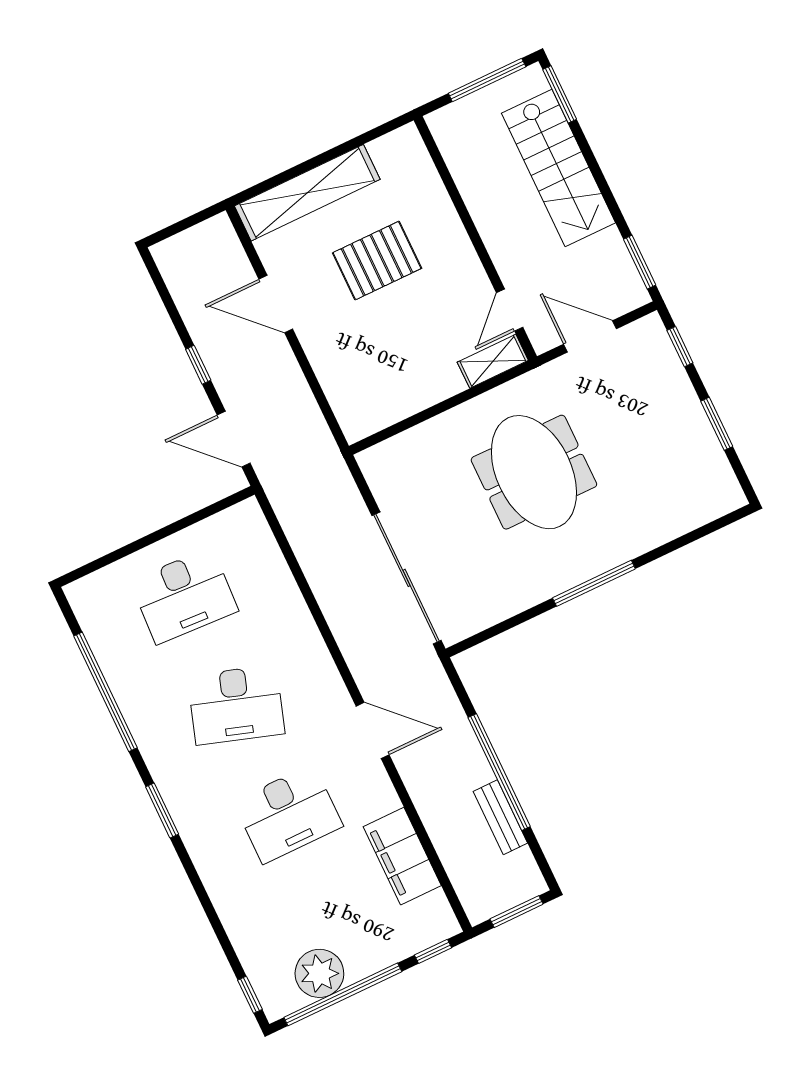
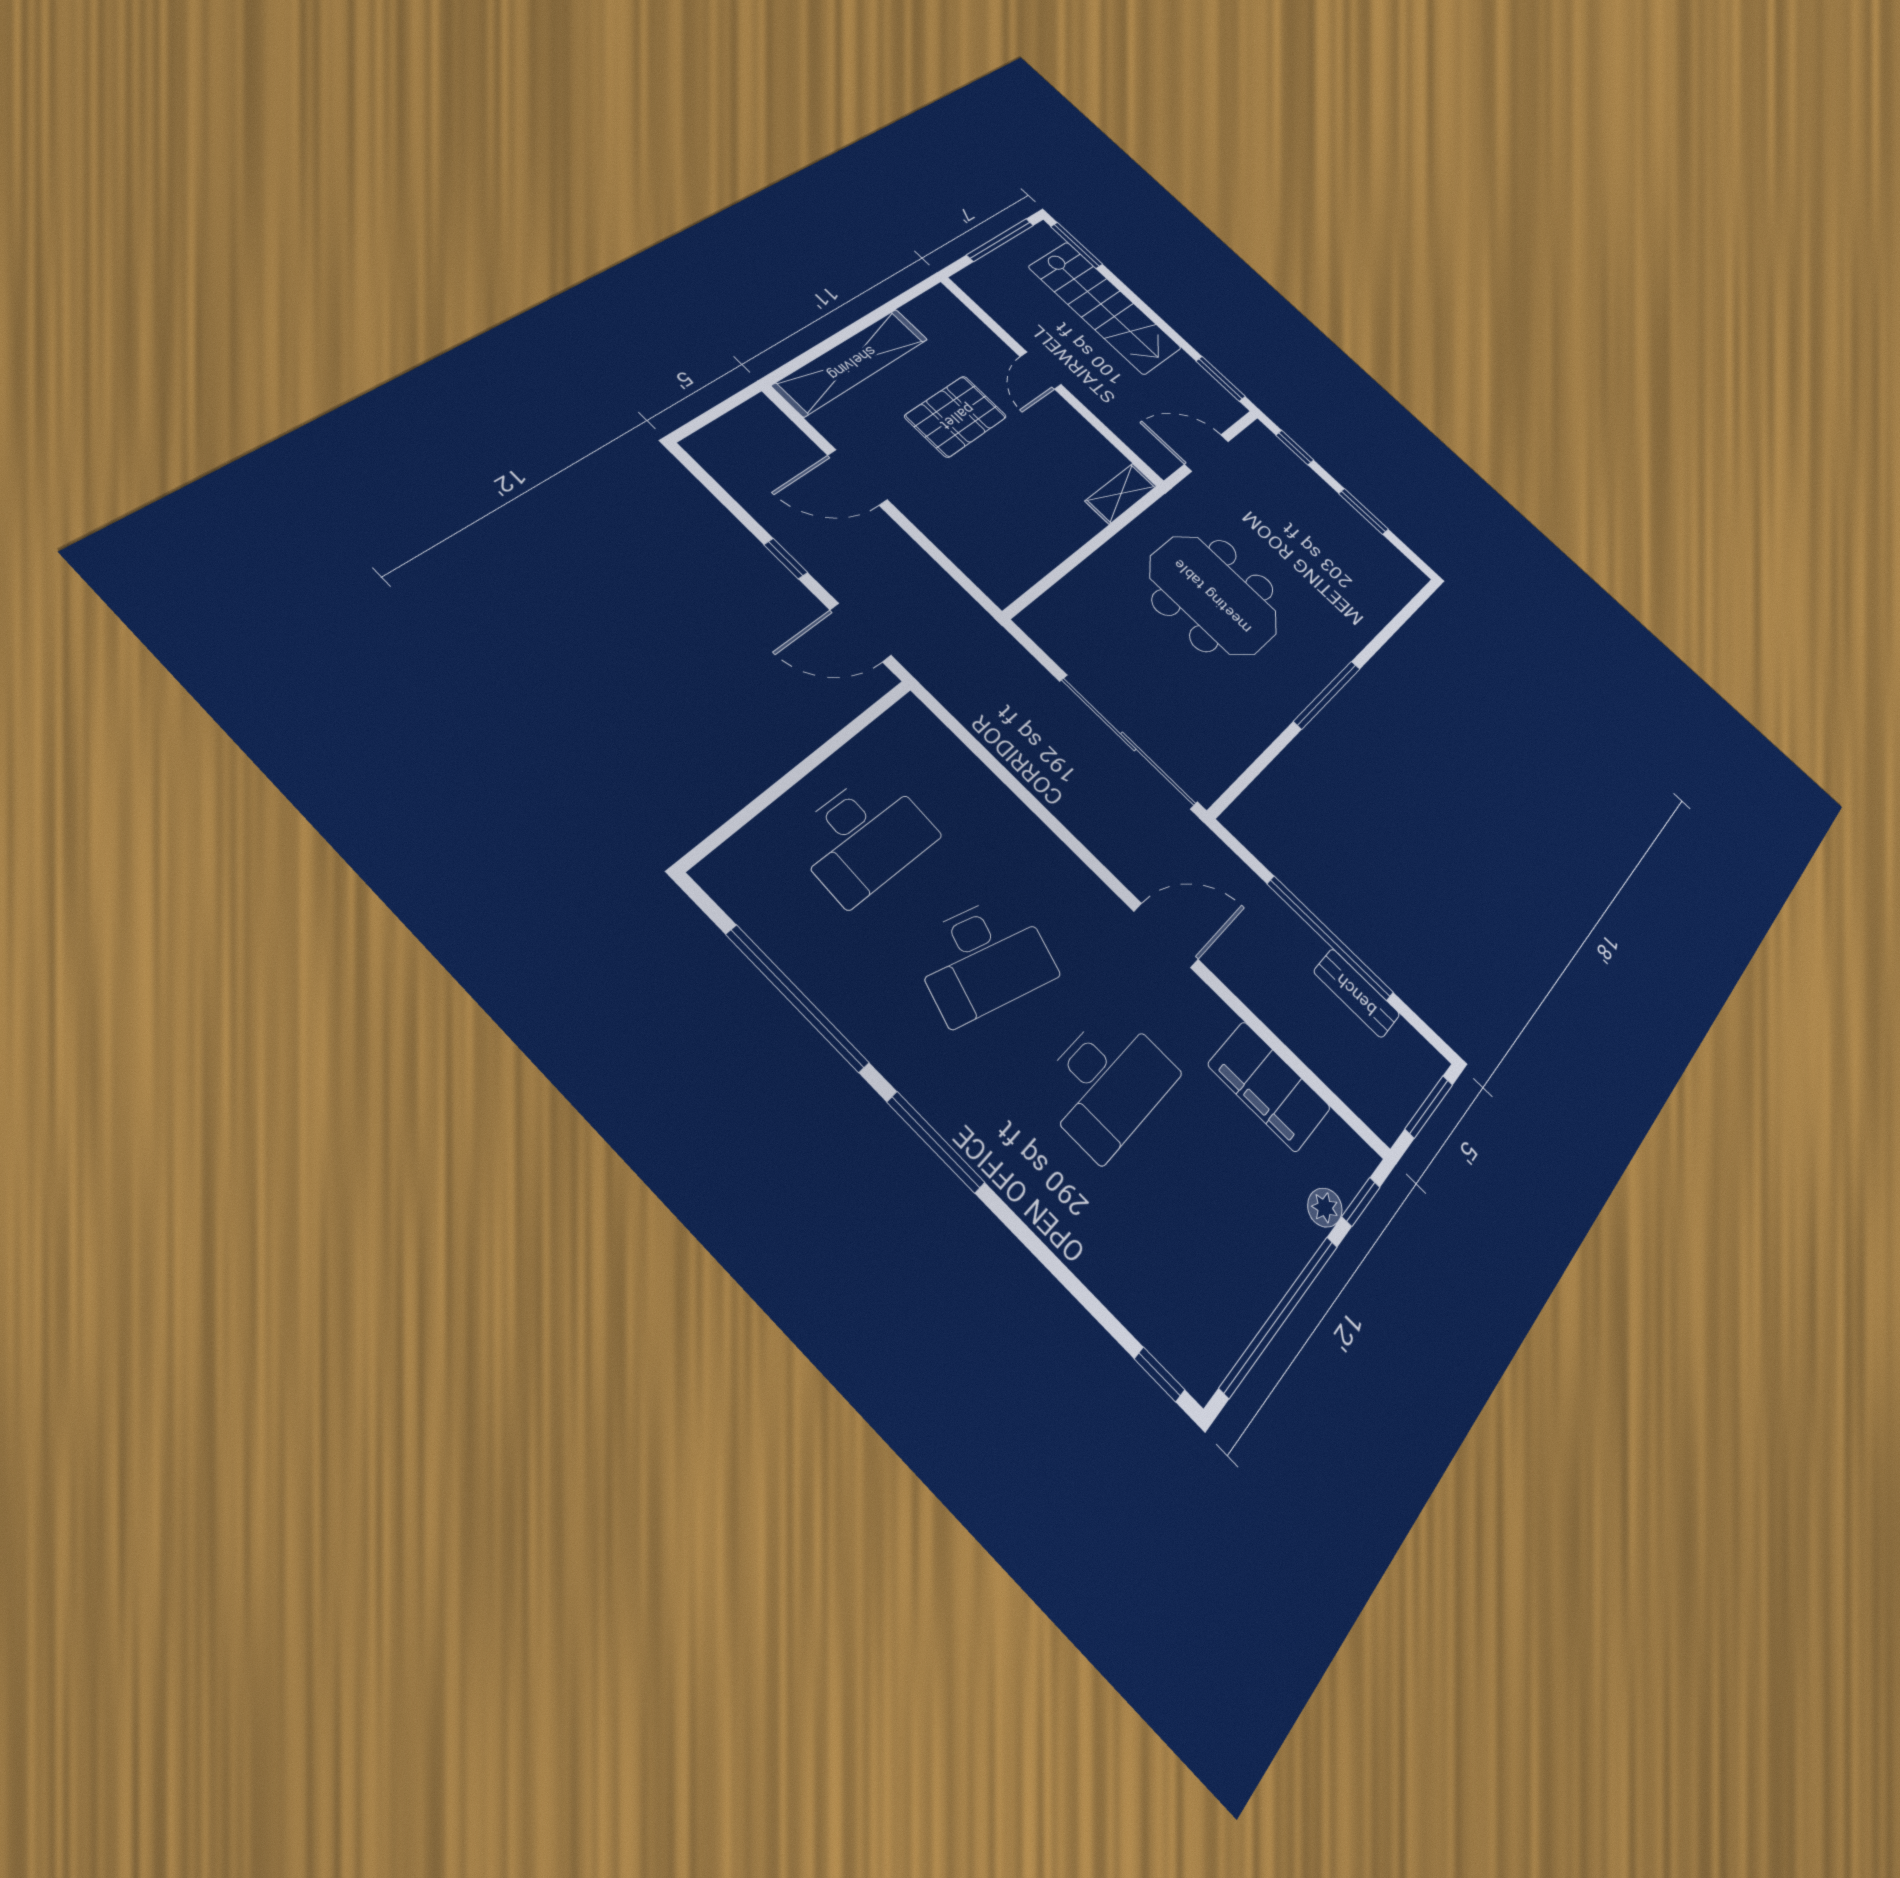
door: (510, 310) -> (1041, 371), moved
window: (162, 811) -> (936, 1142), width x1.44
plant: (319, 973) -> (1325, 1208), moved, width x0.53, depth x0.53

